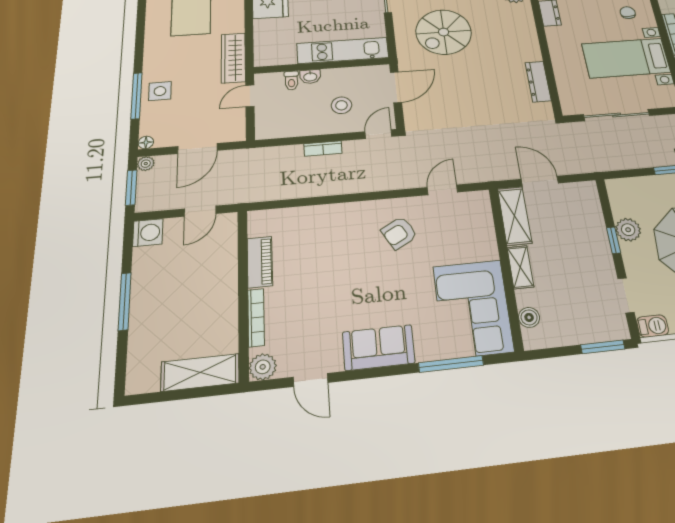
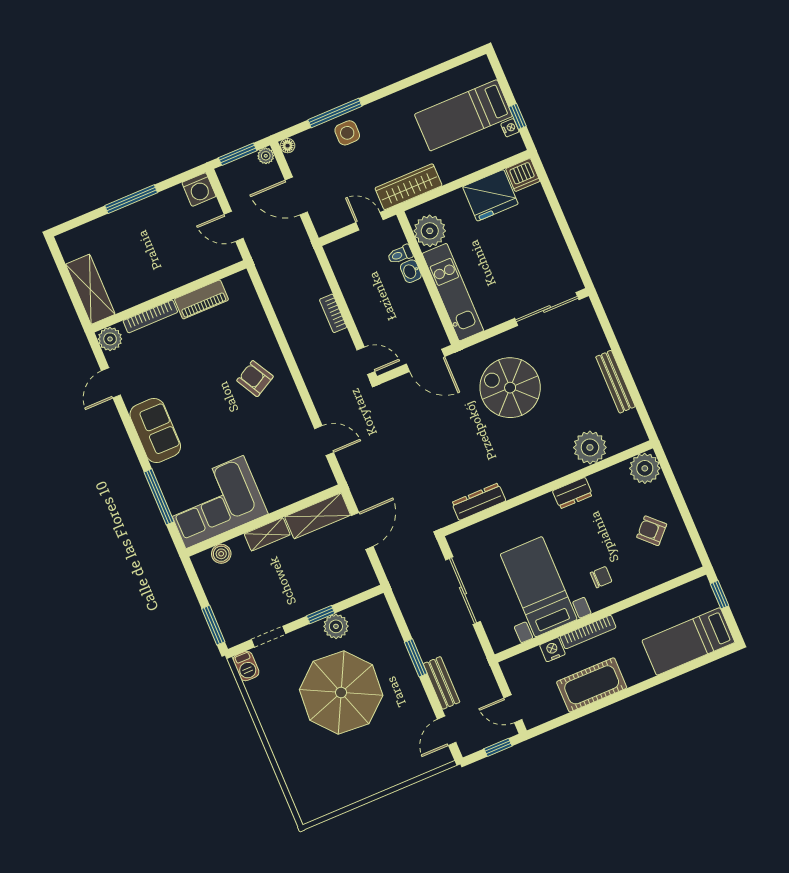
plant: (280, 53) -> (430, 231), added
stool: (341, 105) -> (387, 314), removed
armchair: (399, 233) -> (255, 379), moved

